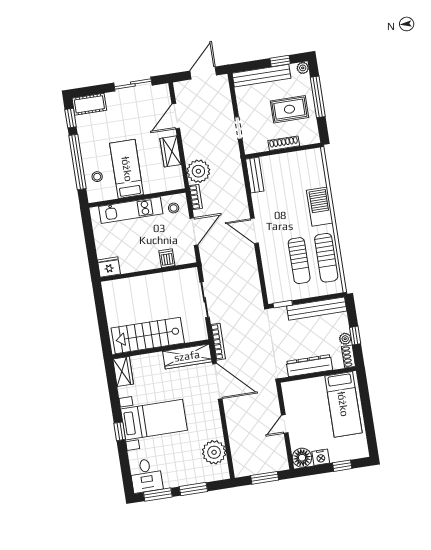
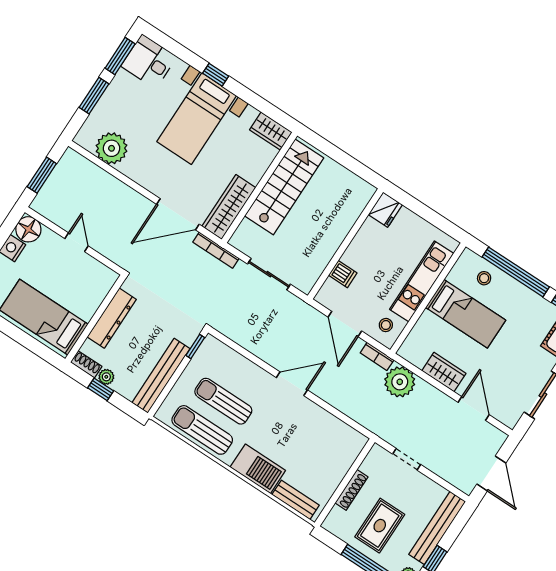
bench: (255, 175) -> (296, 500), moved

